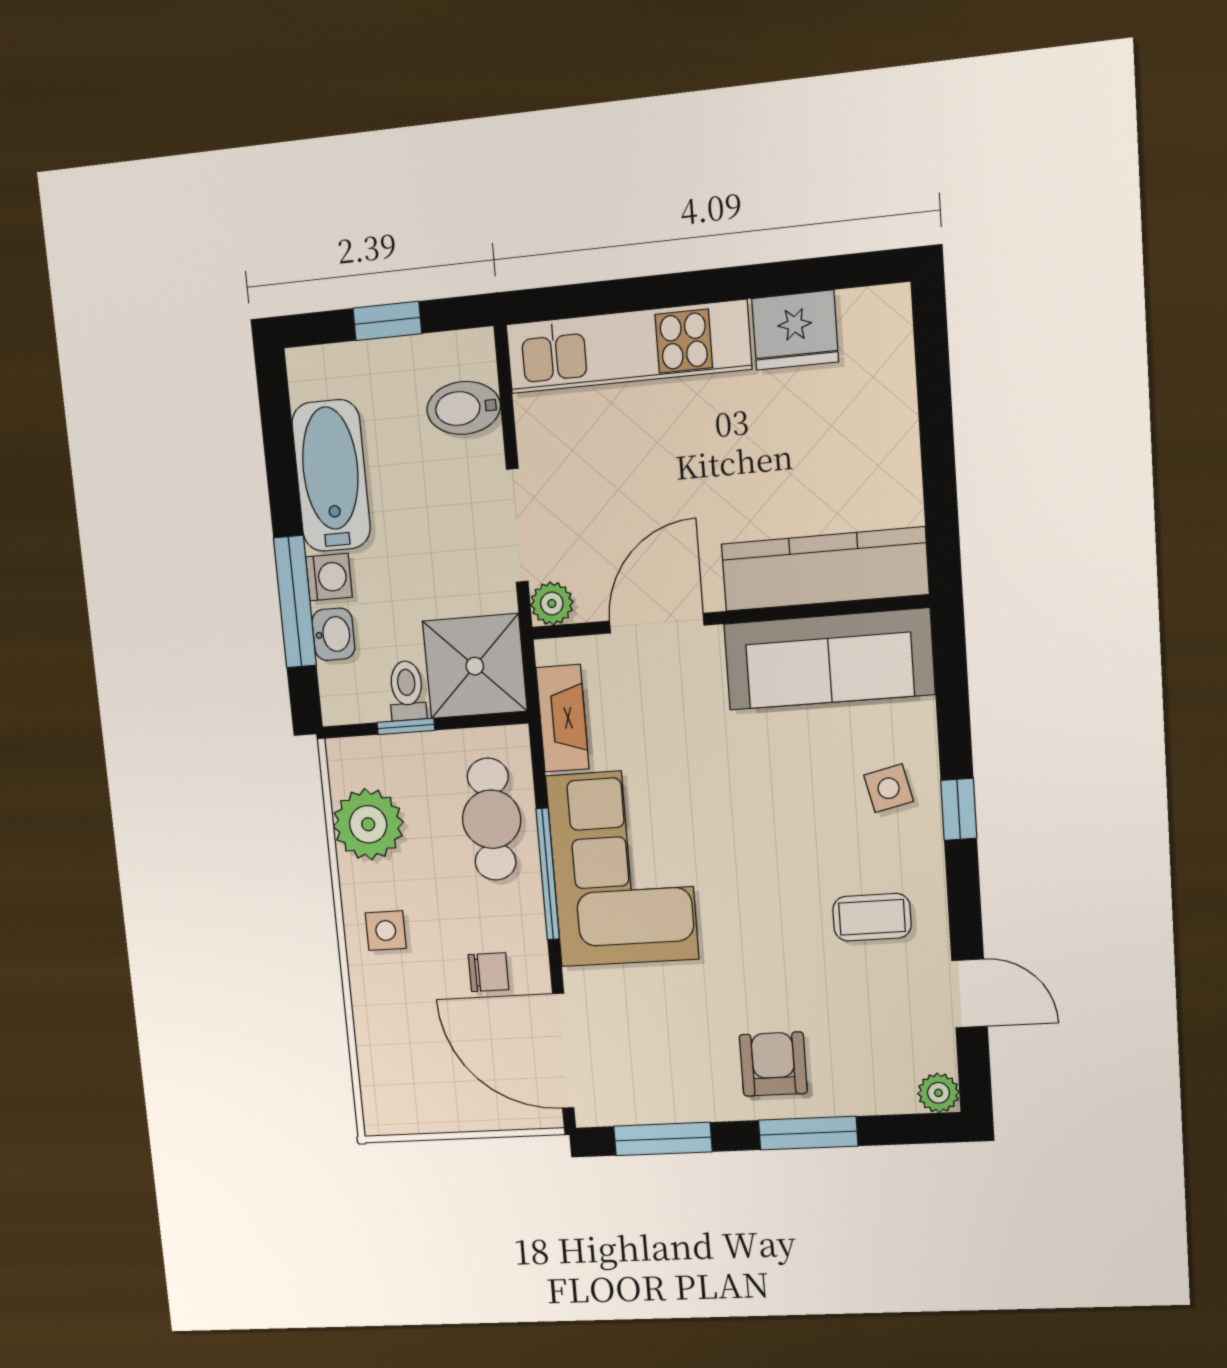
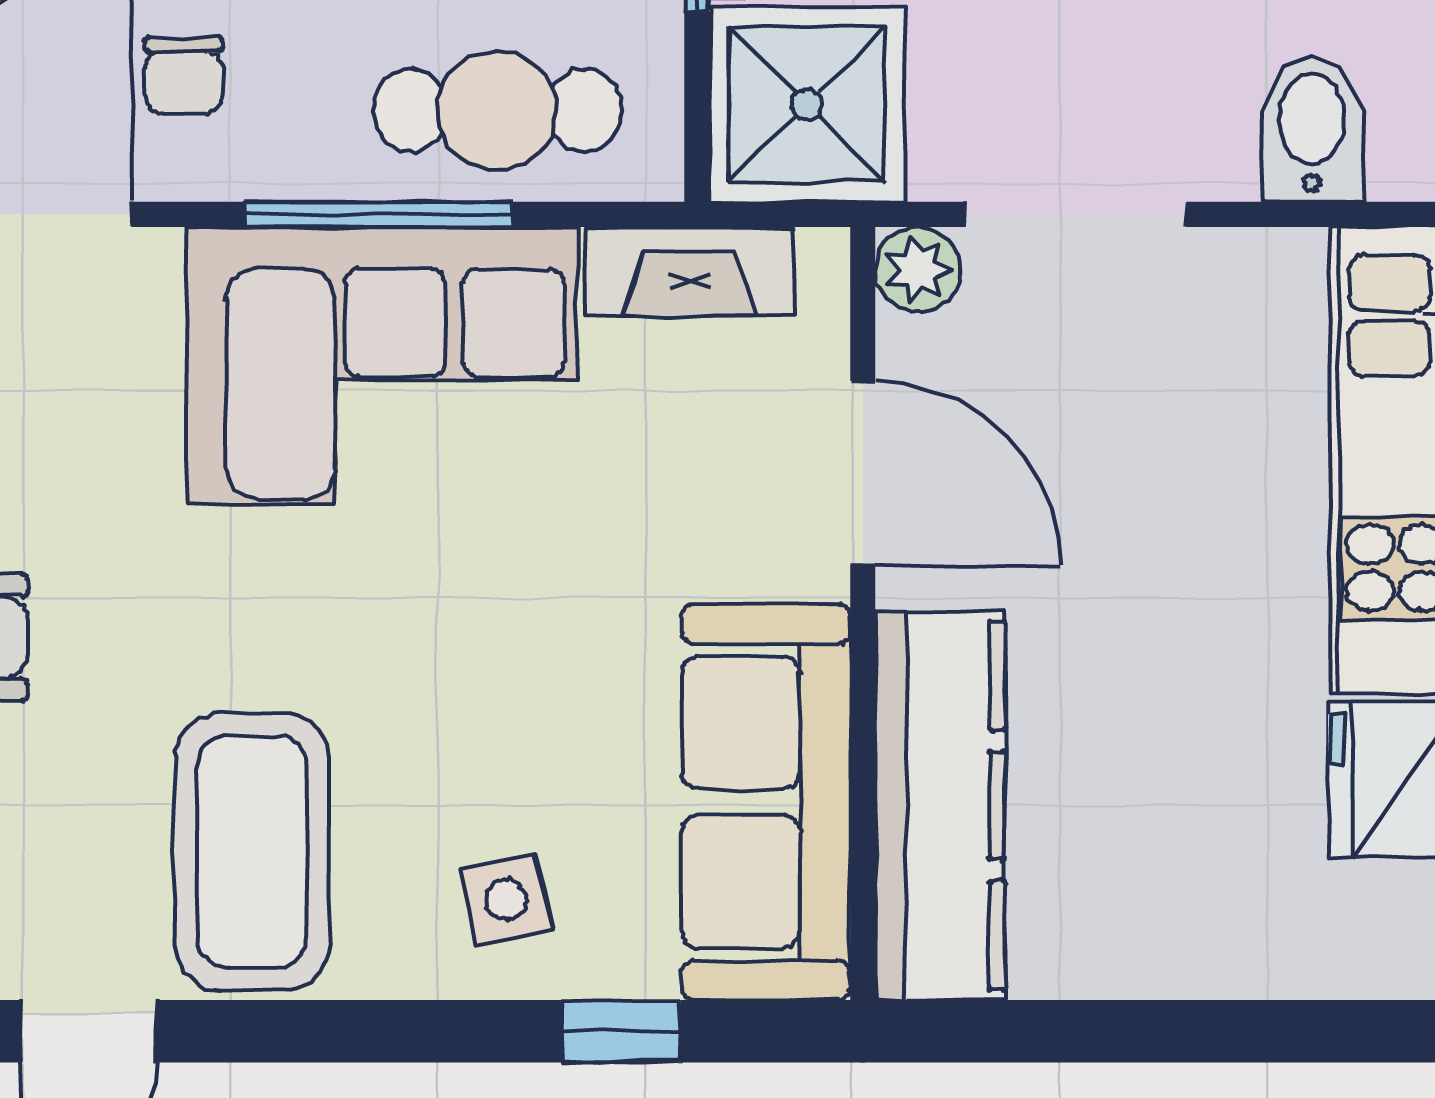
window: (959, 809) -> (621, 1031), moved
coffee table: (872, 917) -> (252, 852), width x1.86, depth x1.72

